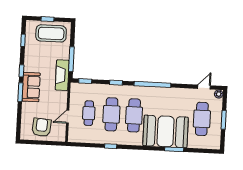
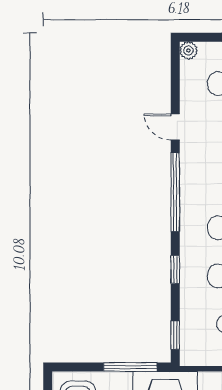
door: (204, 87) -> (175, 127), moved

